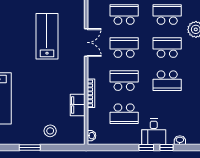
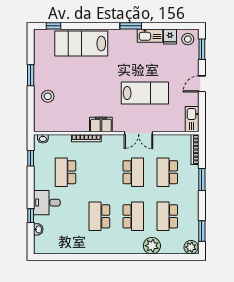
school desk: (124, 15) -> (167, 172), turned 180
school desk: (167, 15) -> (167, 216), turned 180
school desk: (124, 81) -> (99, 172), removed
filing cabinet: (78, 105) -> (101, 125), moved
window: (146, 148) -> (31, 158), moved

